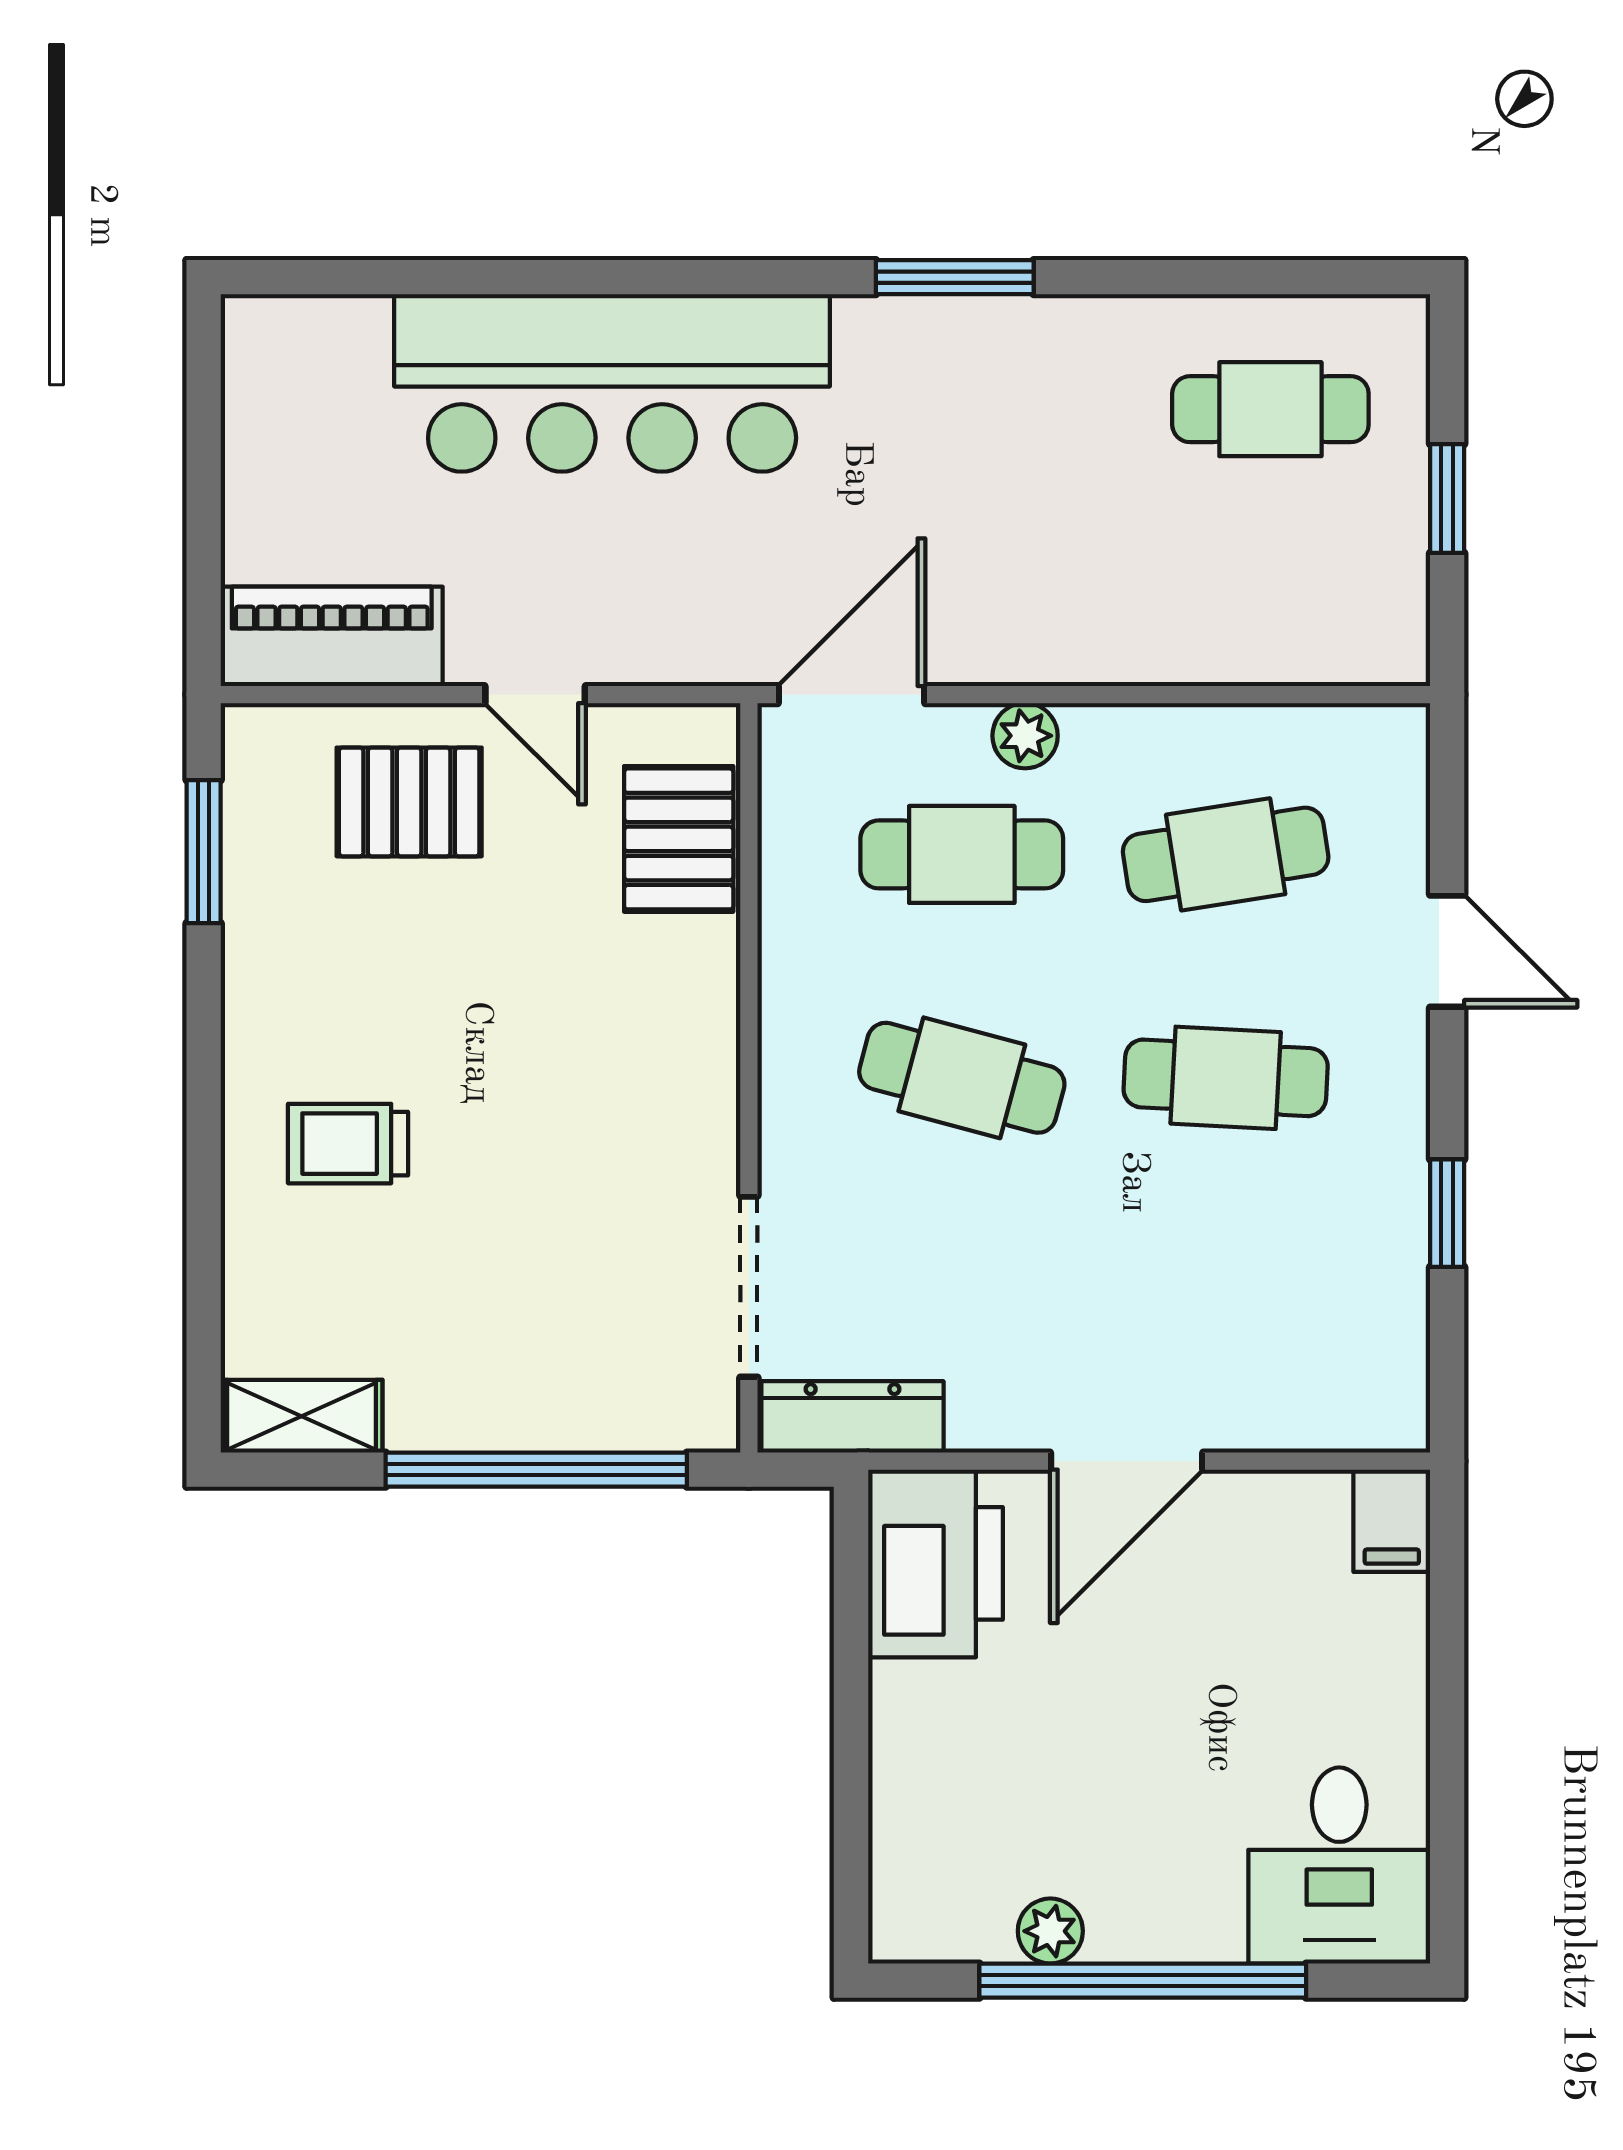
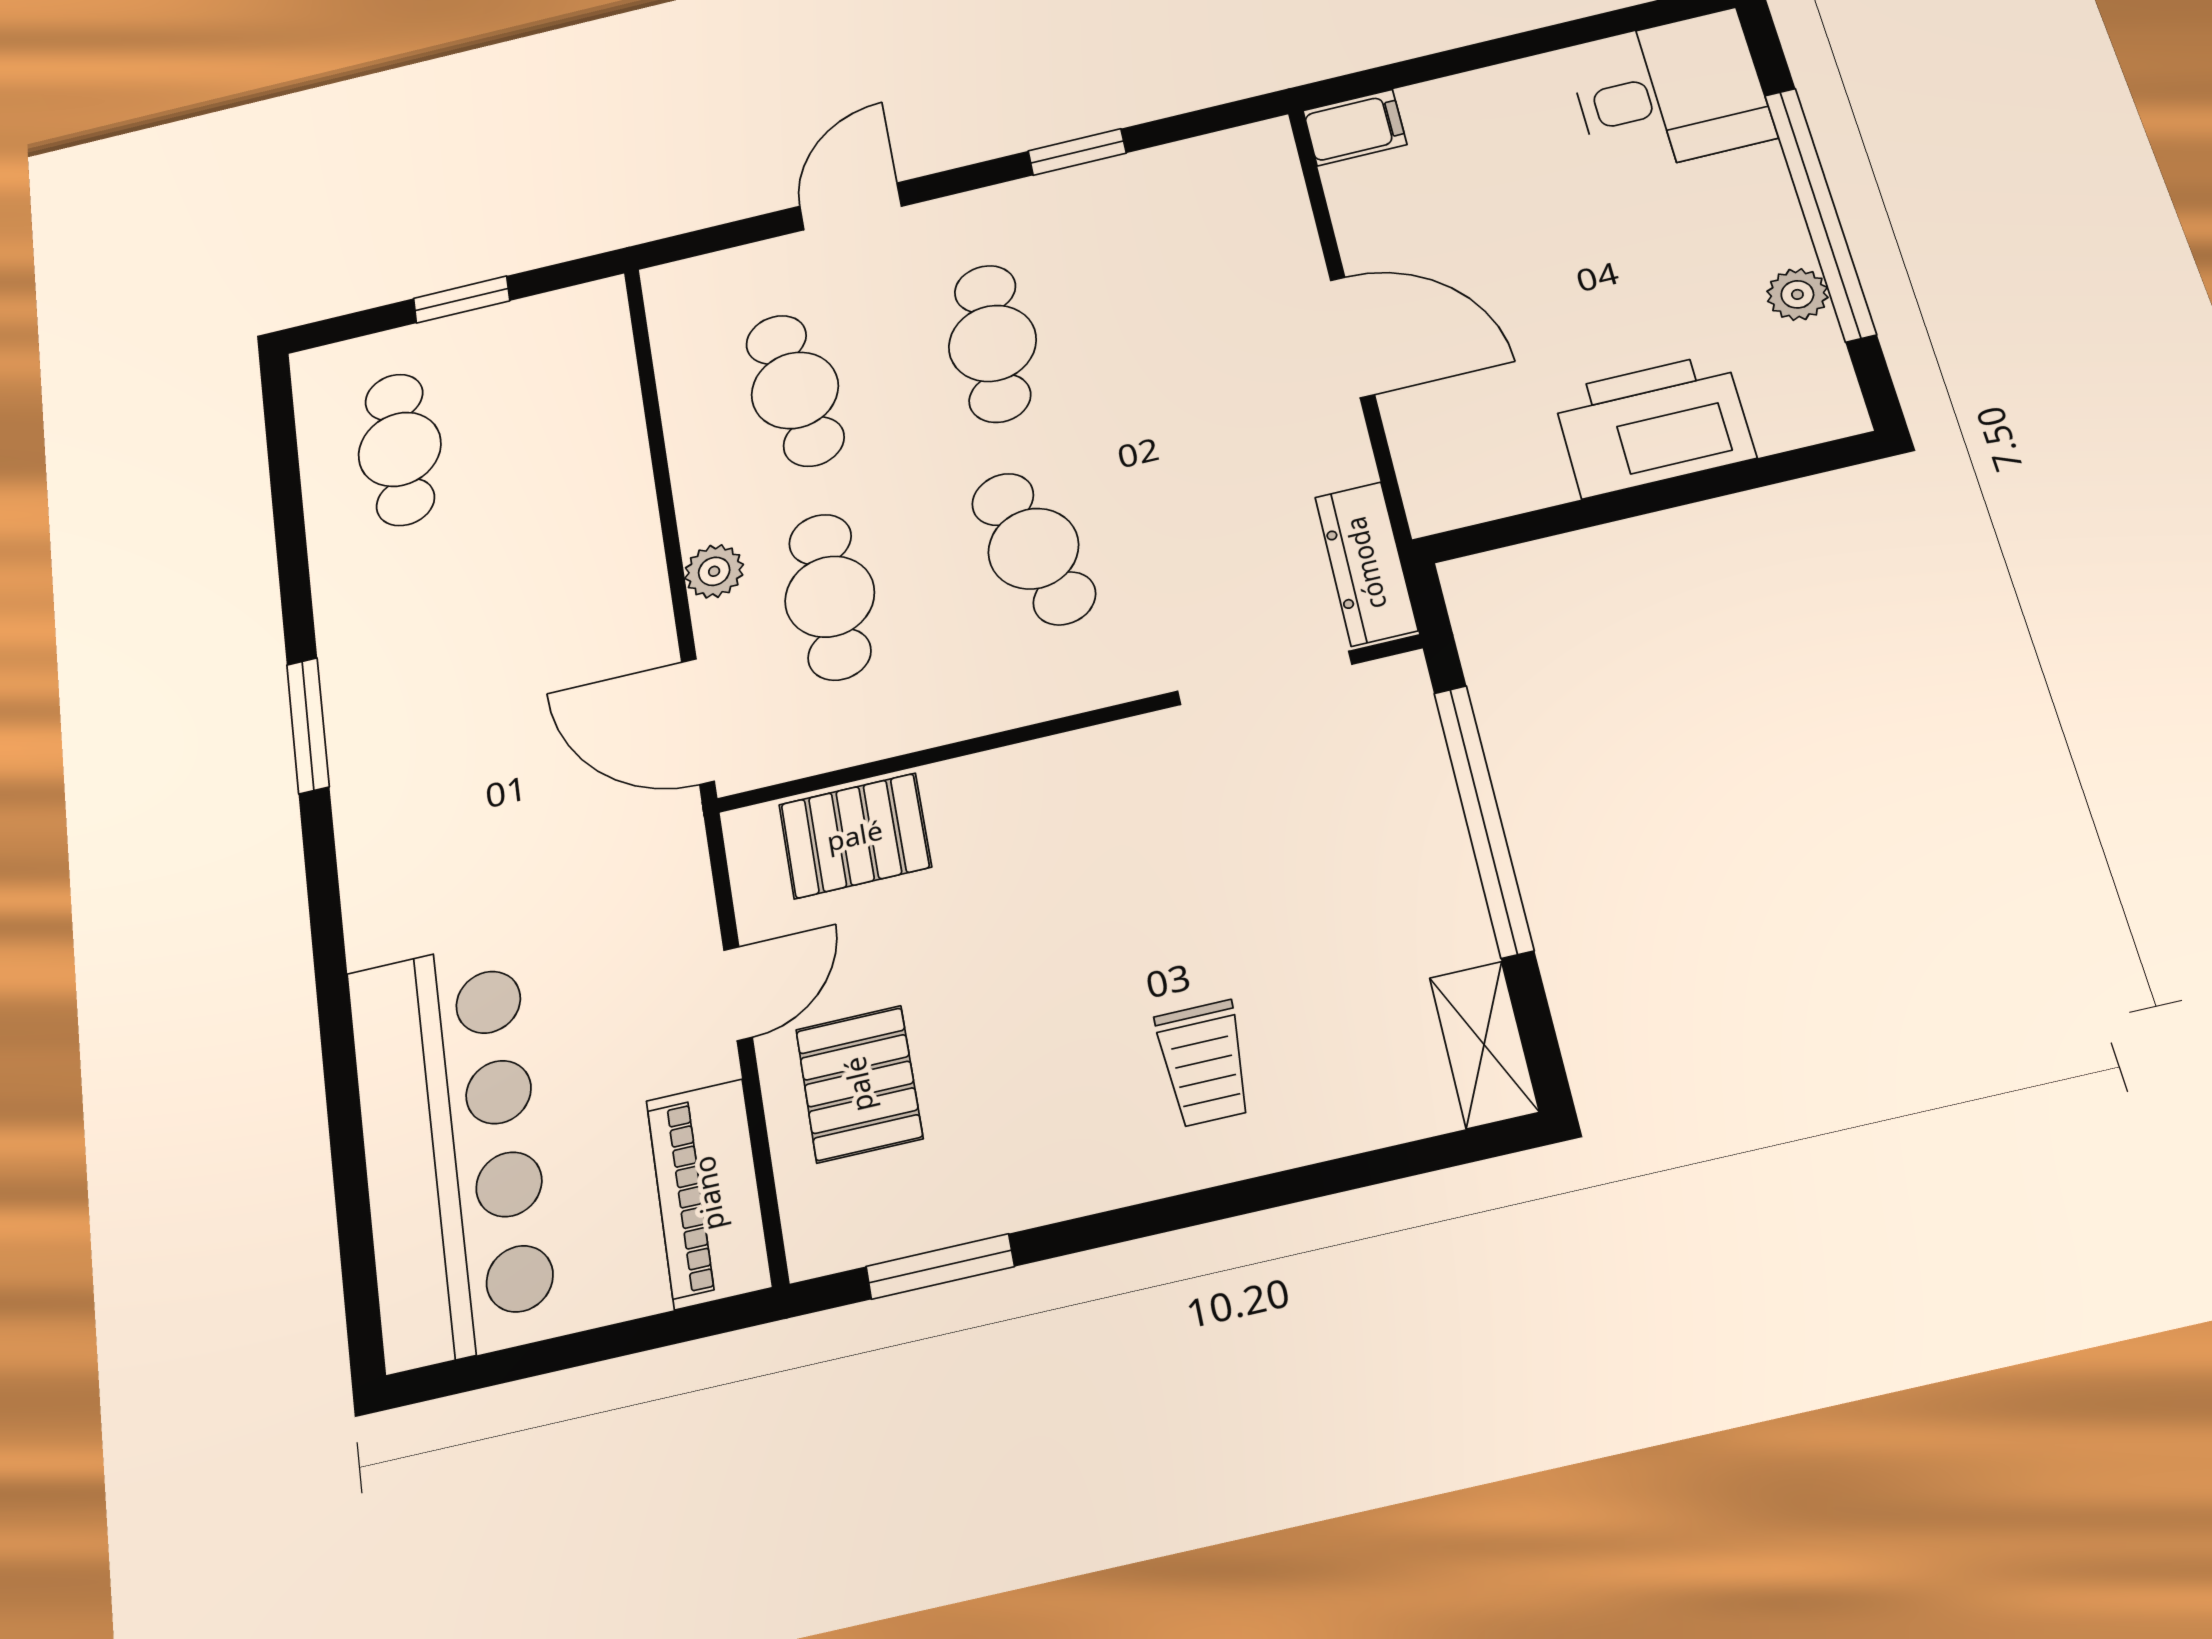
bar counter: (612, 383) -> (451, 1150), moved
cafe table: (962, 1078) -> (1033, 549), turned -33
printer: (935, 1563) -> (1654, 425), moved

